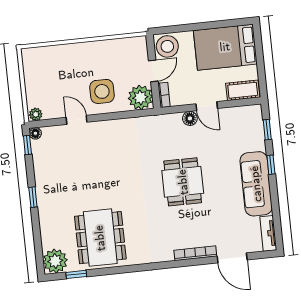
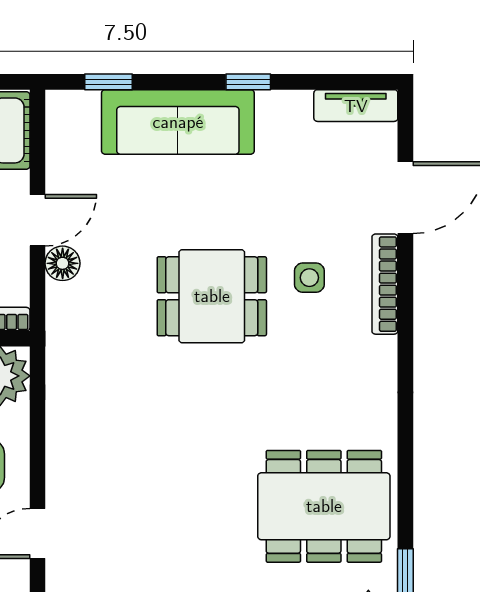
window: (271, 165) -> (248, 82), moved
sofa: (256, 184) -> (178, 122), moved
side table: (195, 222) -> (309, 278), added

